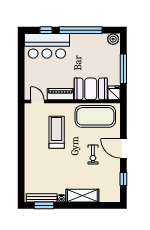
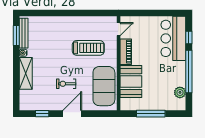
plant: (113, 39) -> (180, 92), moved
fridge: (114, 93) -> (127, 104), removed

